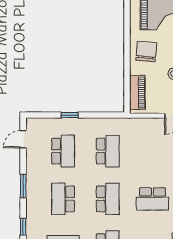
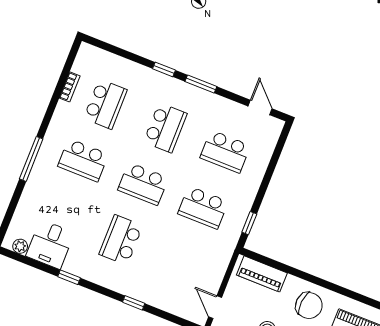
window: (70, 115) -> (249, 223), moved
school desk: (63, 199) -> (165, 128), turned 90
window: (23, 227) -> (164, 69), moved

